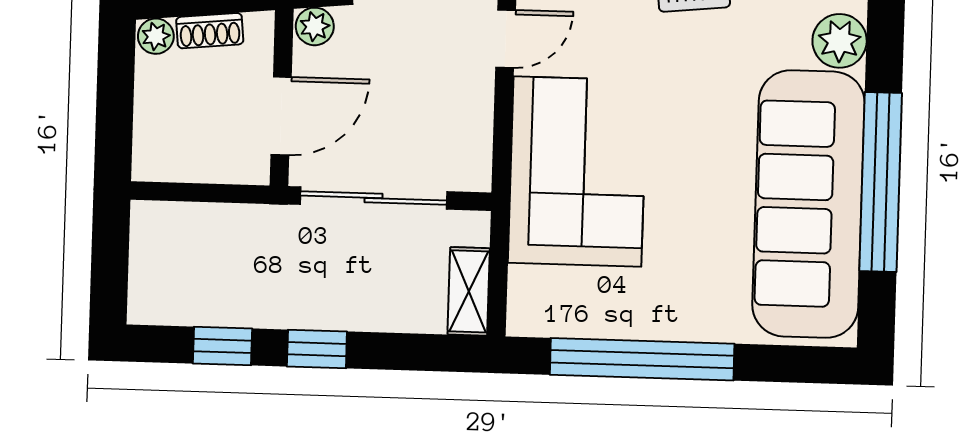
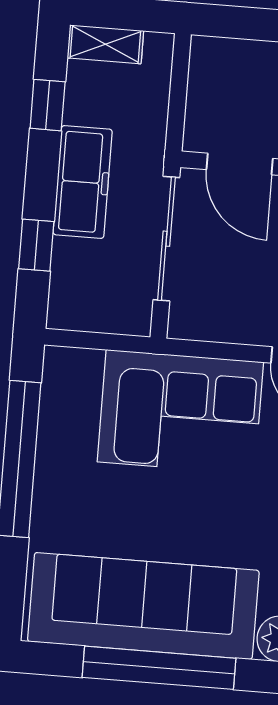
shelving: (469, 291) -> (105, 44), moved
freezer: (311, 300) -> (83, 182), added
window: (317, 349) -> (36, 245), moved

